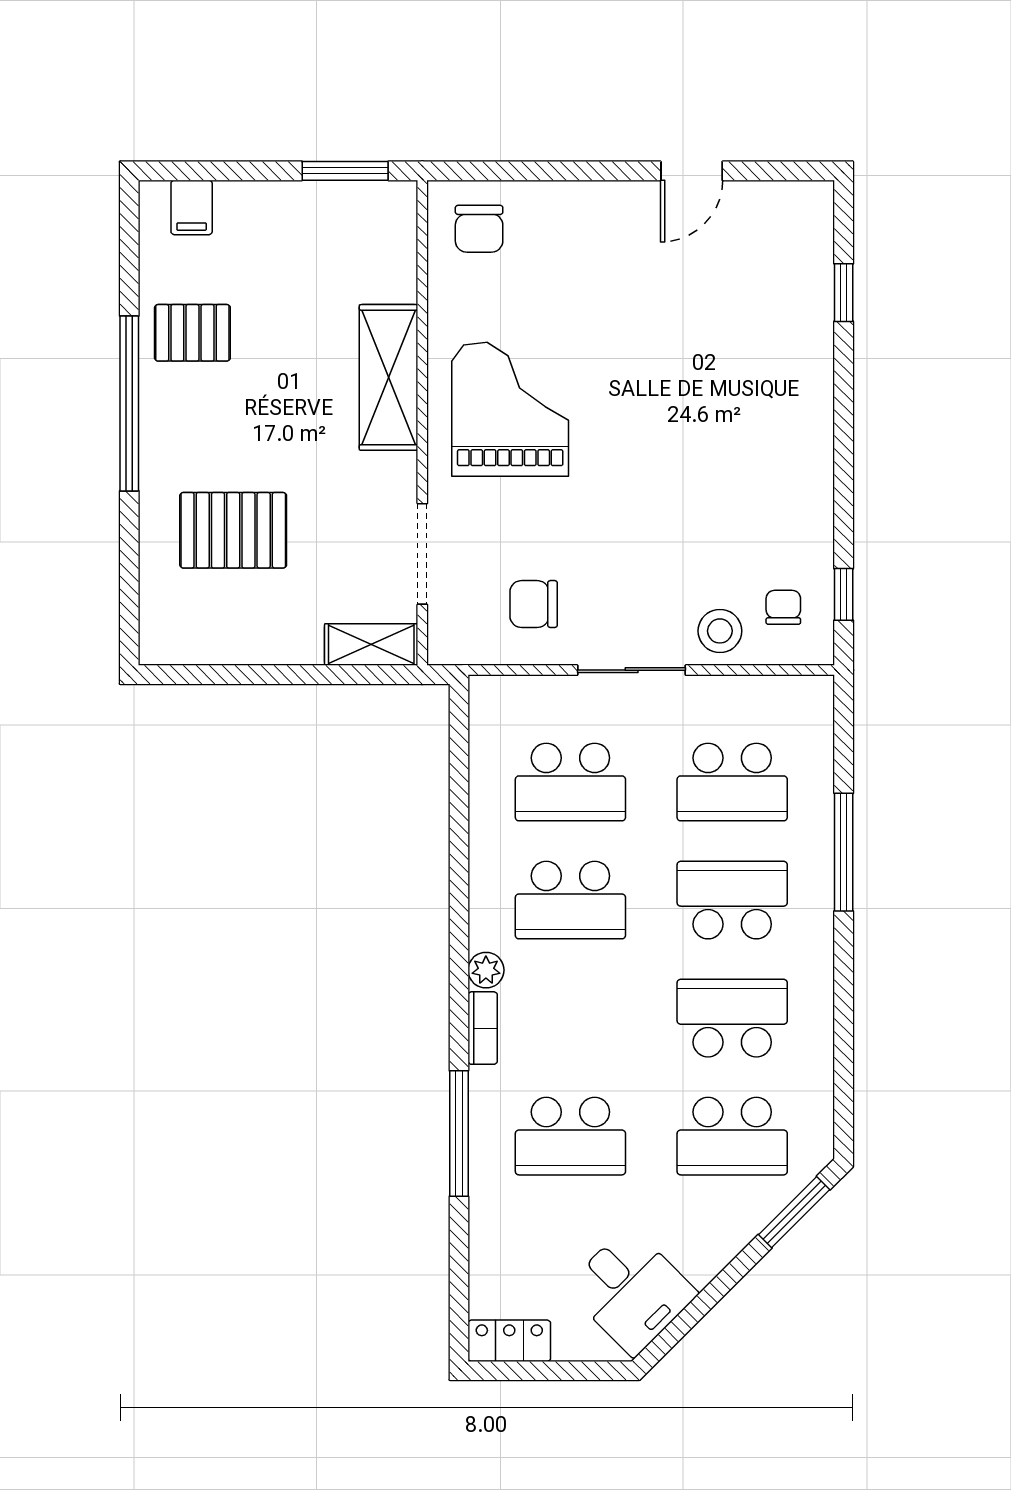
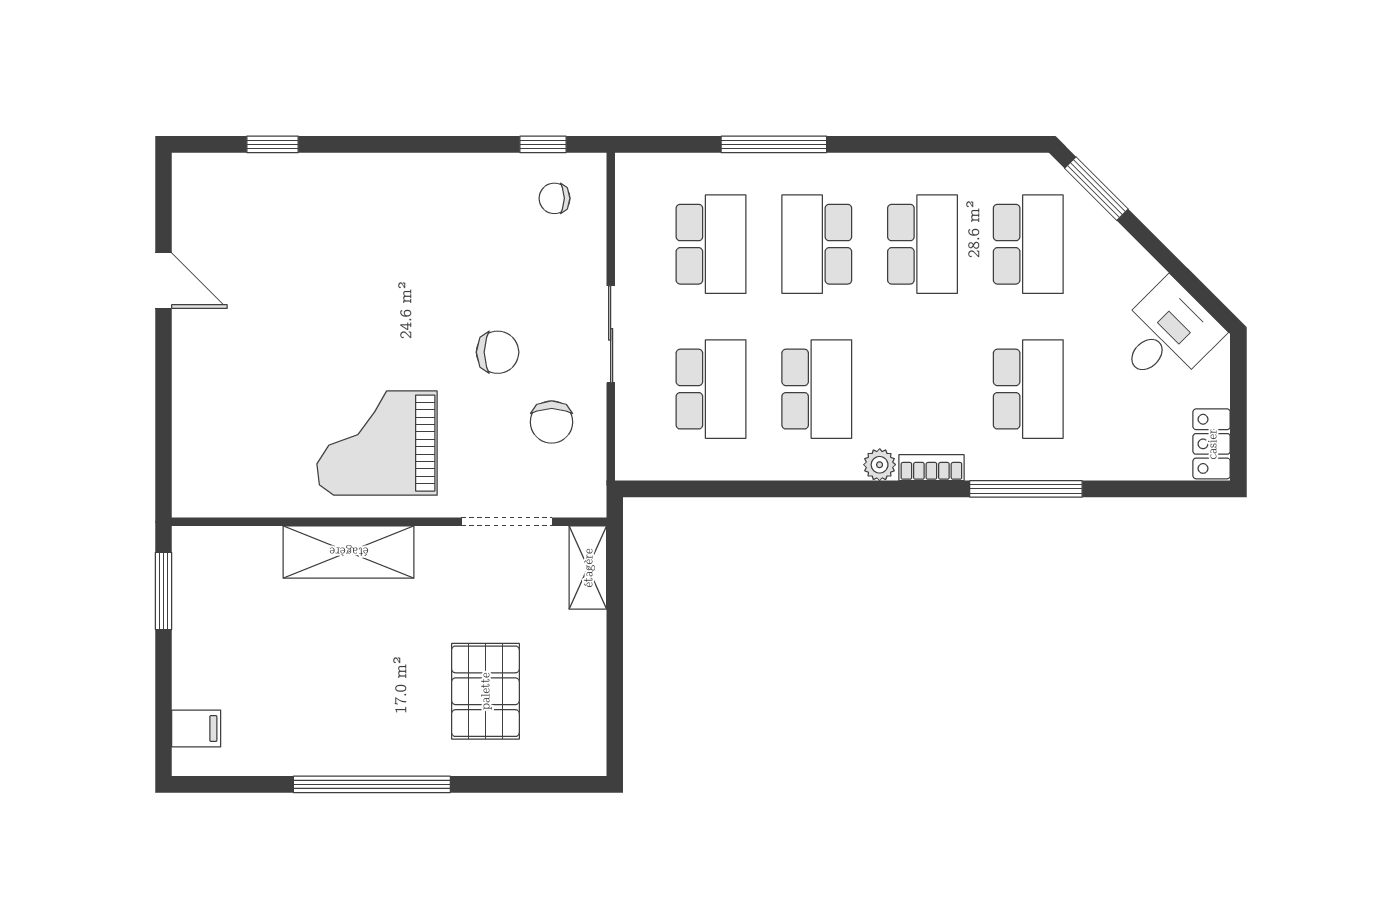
chair: (479, 229) -> (498, 352), moved
pallet: (192, 333) -> (309, 728), removed
stool: (720, 631) -> (576, 255), removed
school desk: (732, 1018) -> (923, 244), turned 180

